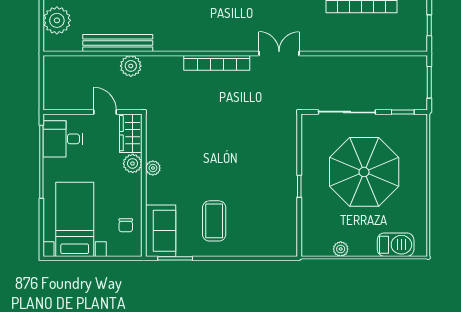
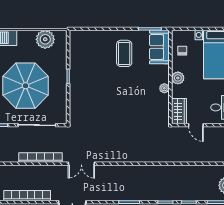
bench: (118, 43) -> (188, 171), removed
bookcase: (217, 63) -> (40, 157), moved
plant: (131, 66) -> (179, 155), removed
plant: (133, 163) -> (178, 78), moved
plant: (341, 249) -> (45, 39), width x1.88, depth x1.88

